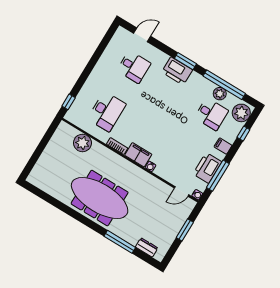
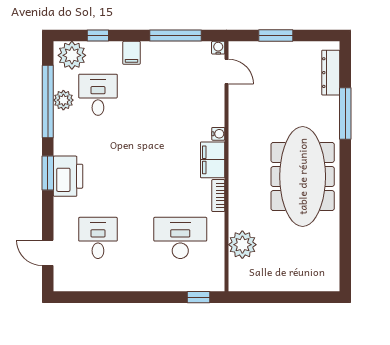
printer: (207, 168) -> (174, 56), removed
dresser: (147, 247) -> (331, 73), width x1.44

